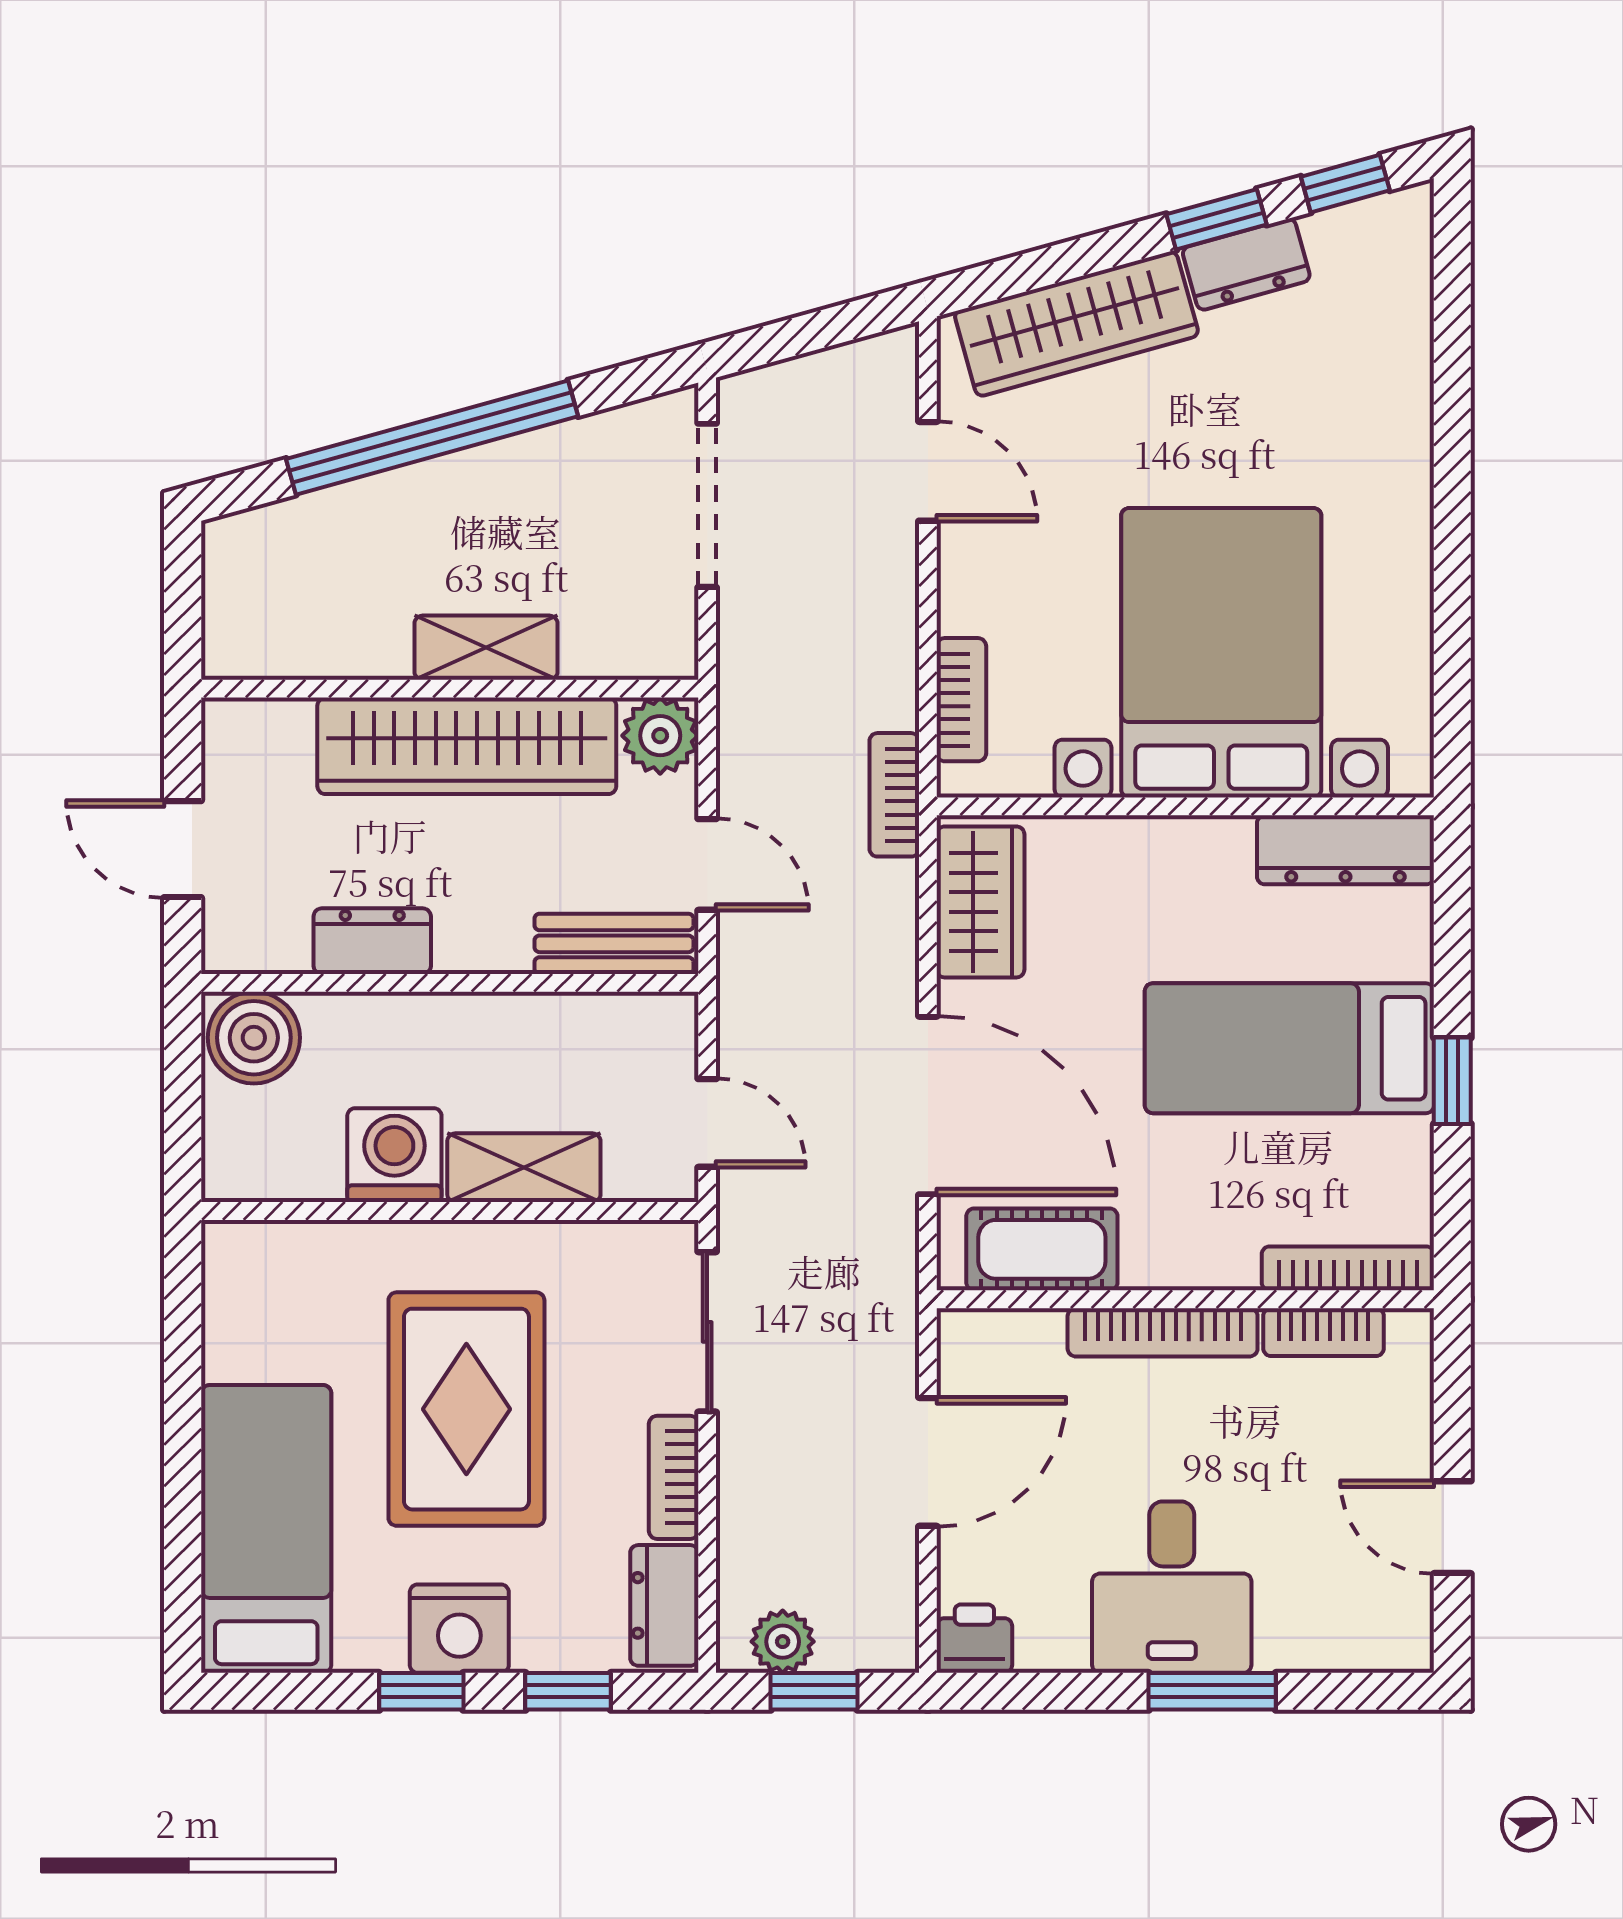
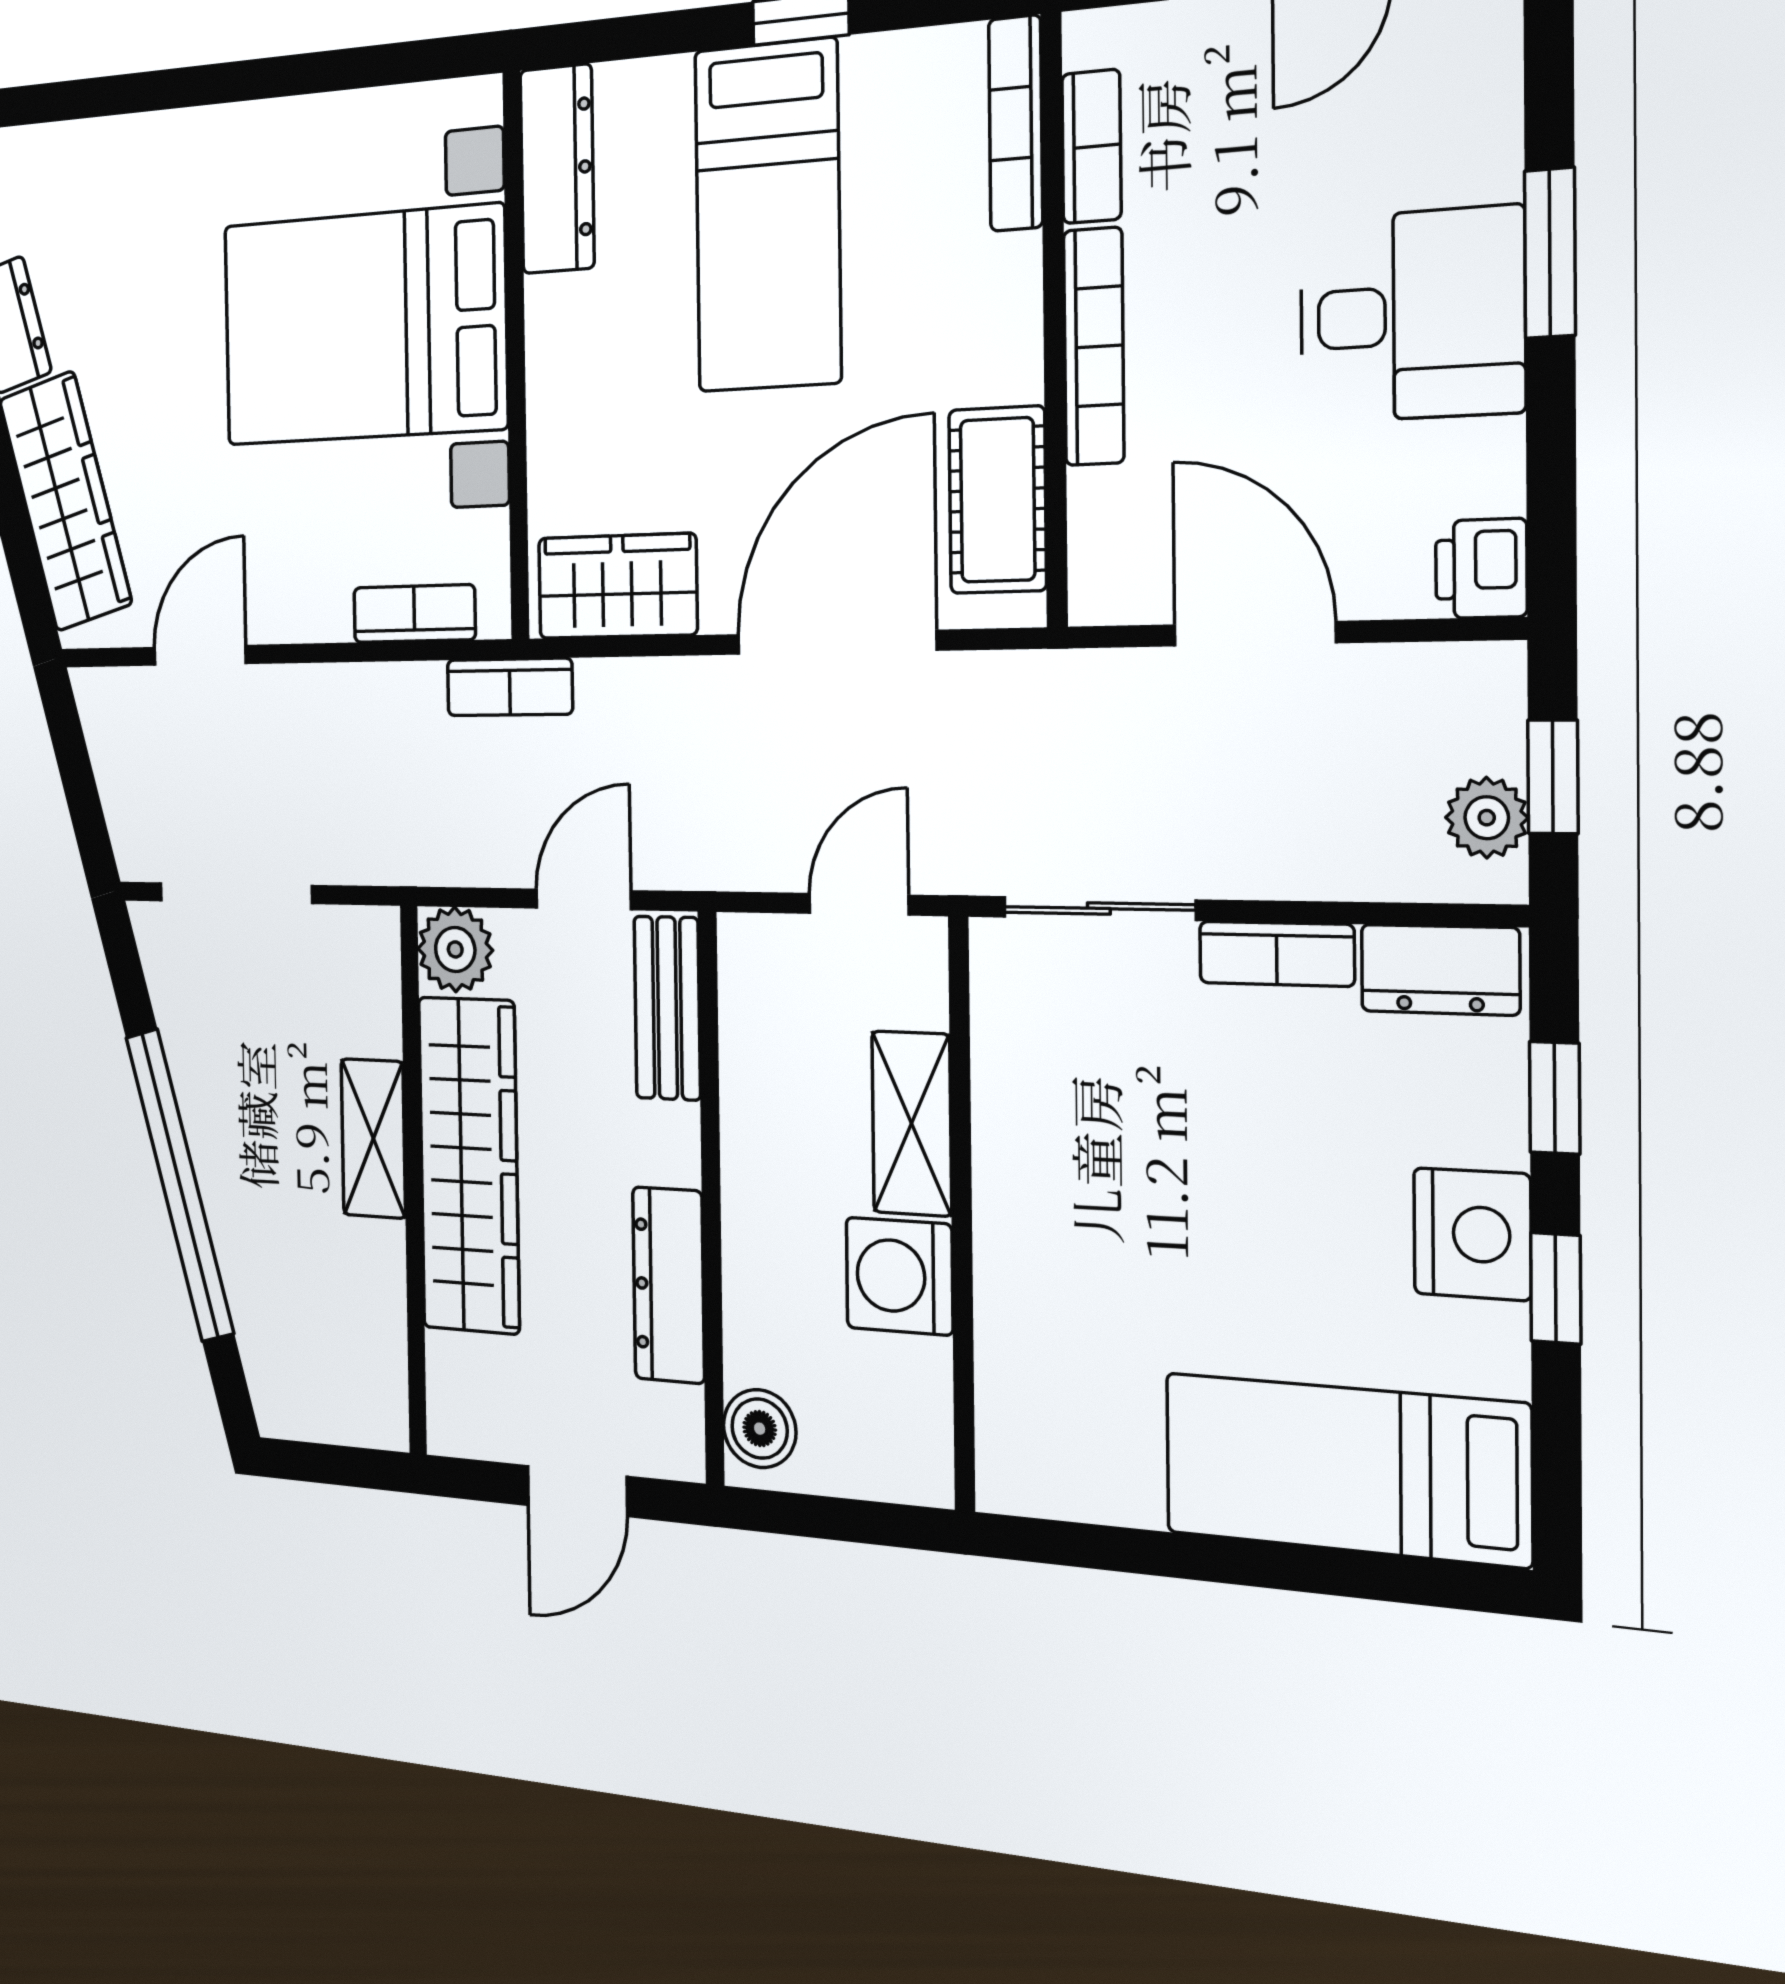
dresser: (372, 941) -> (669, 1285), width x1.44
boiler: (254, 1038) -> (760, 1429), width x0.73, depth x0.73
rug: (466, 1409) -> (1195, 1208), removed

